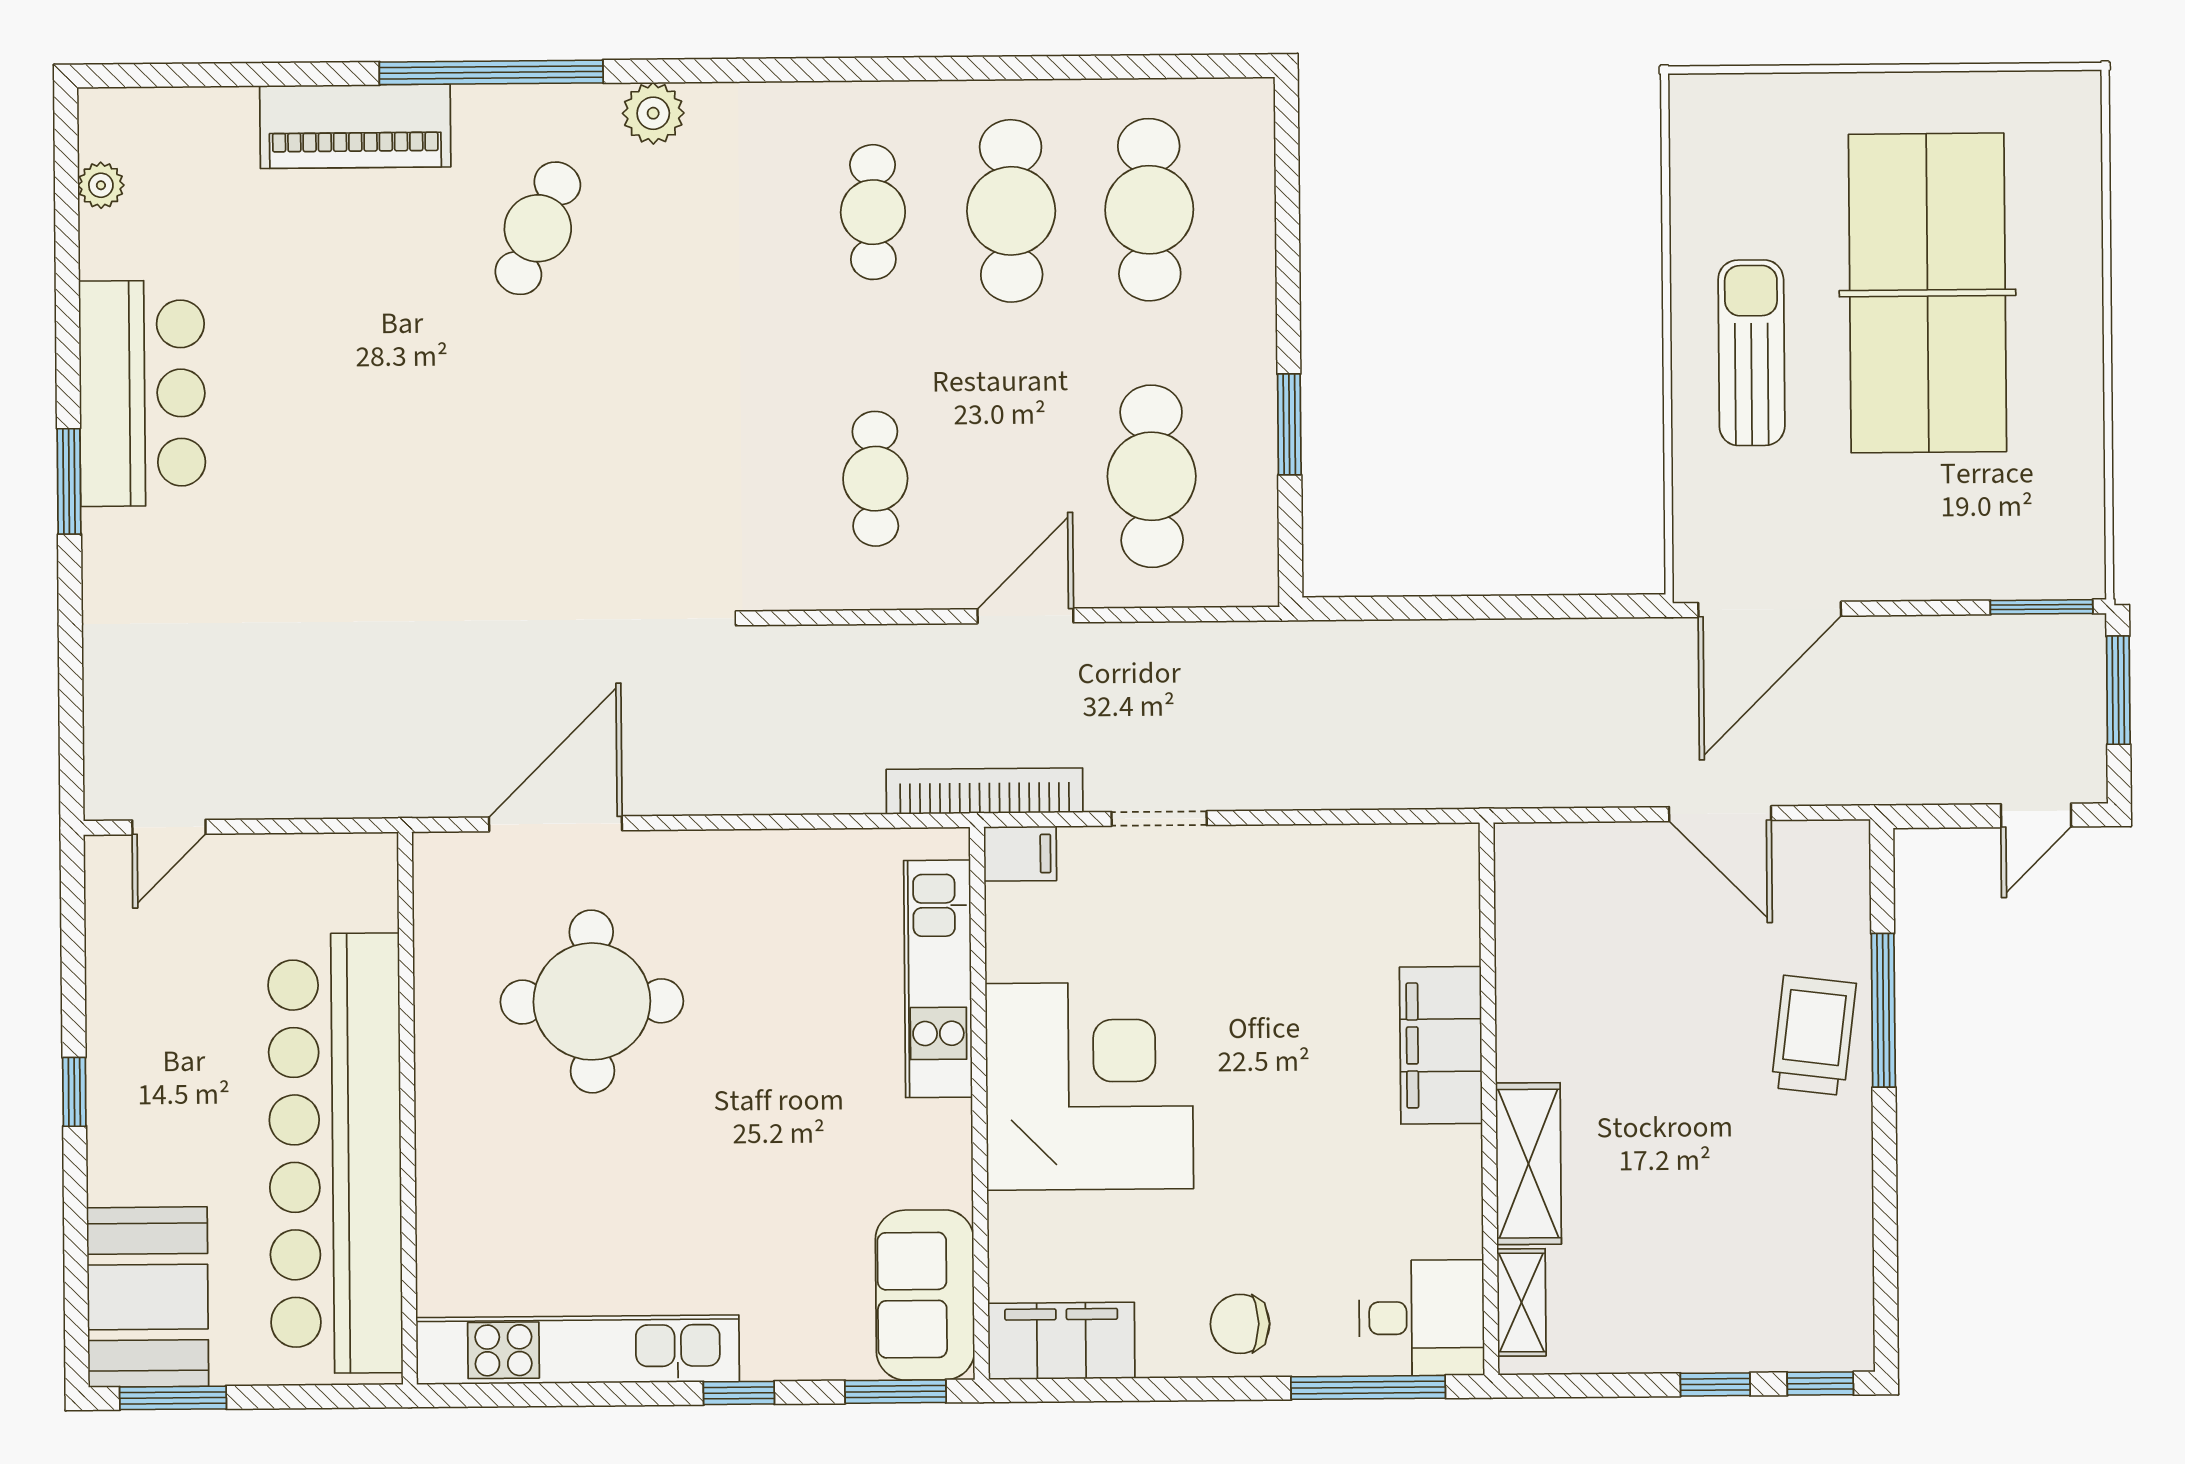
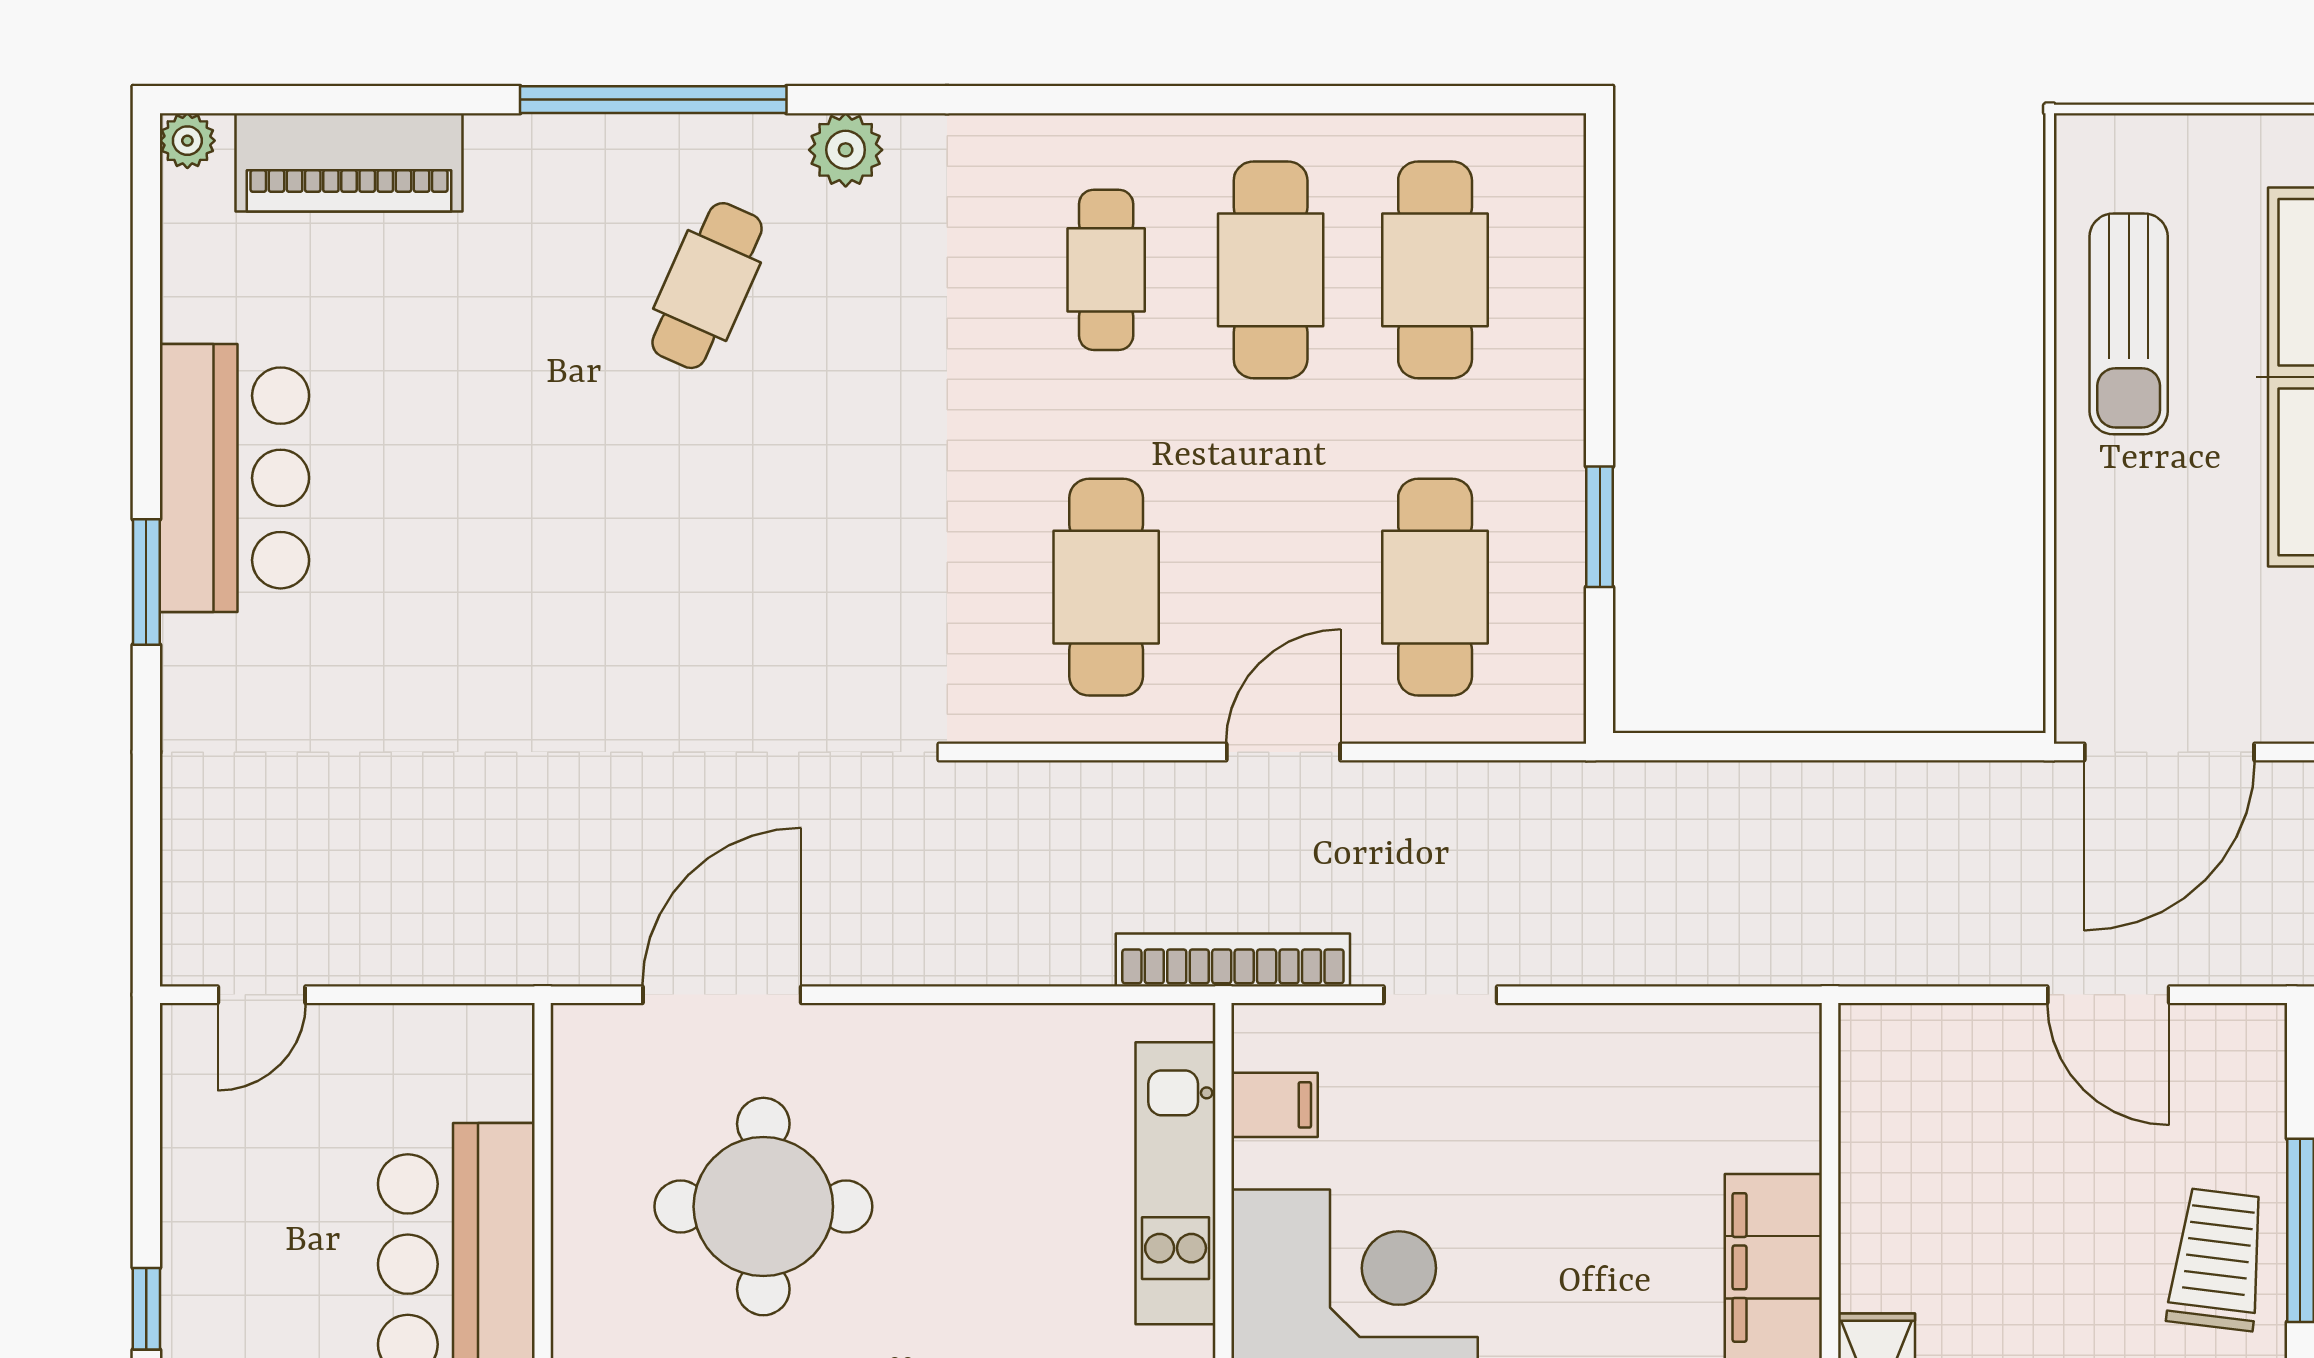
piano: (355, 126) -> (349, 162), moved
plant: (101, 185) -> (187, 141), moved
sun lounger: (1751, 353) -> (2129, 324), moved, turned 180
cafe table: (875, 479) -> (1106, 587), width x1.37, depth x1.35
filing cabinet: (1020, 854) -> (1275, 1105), moved

